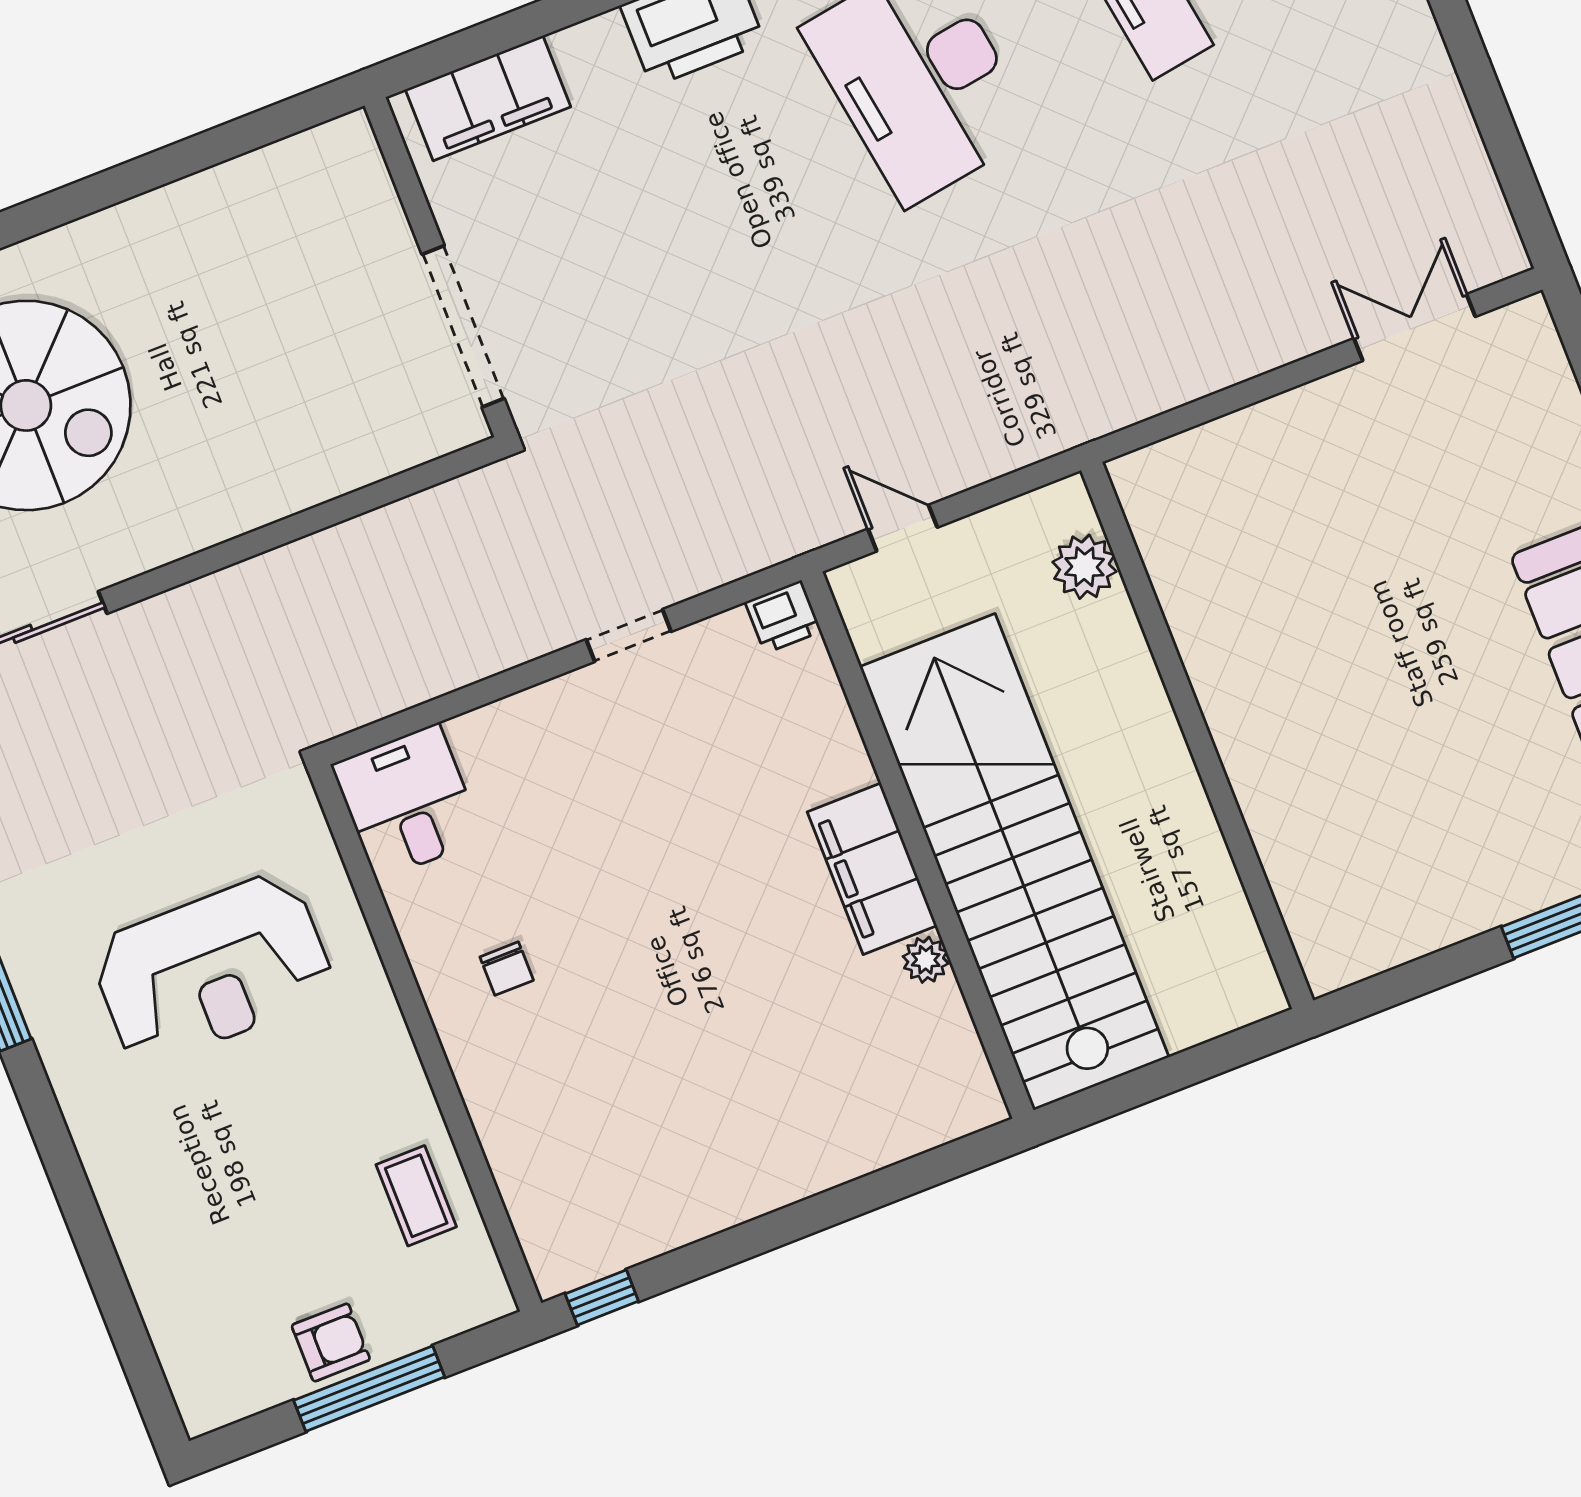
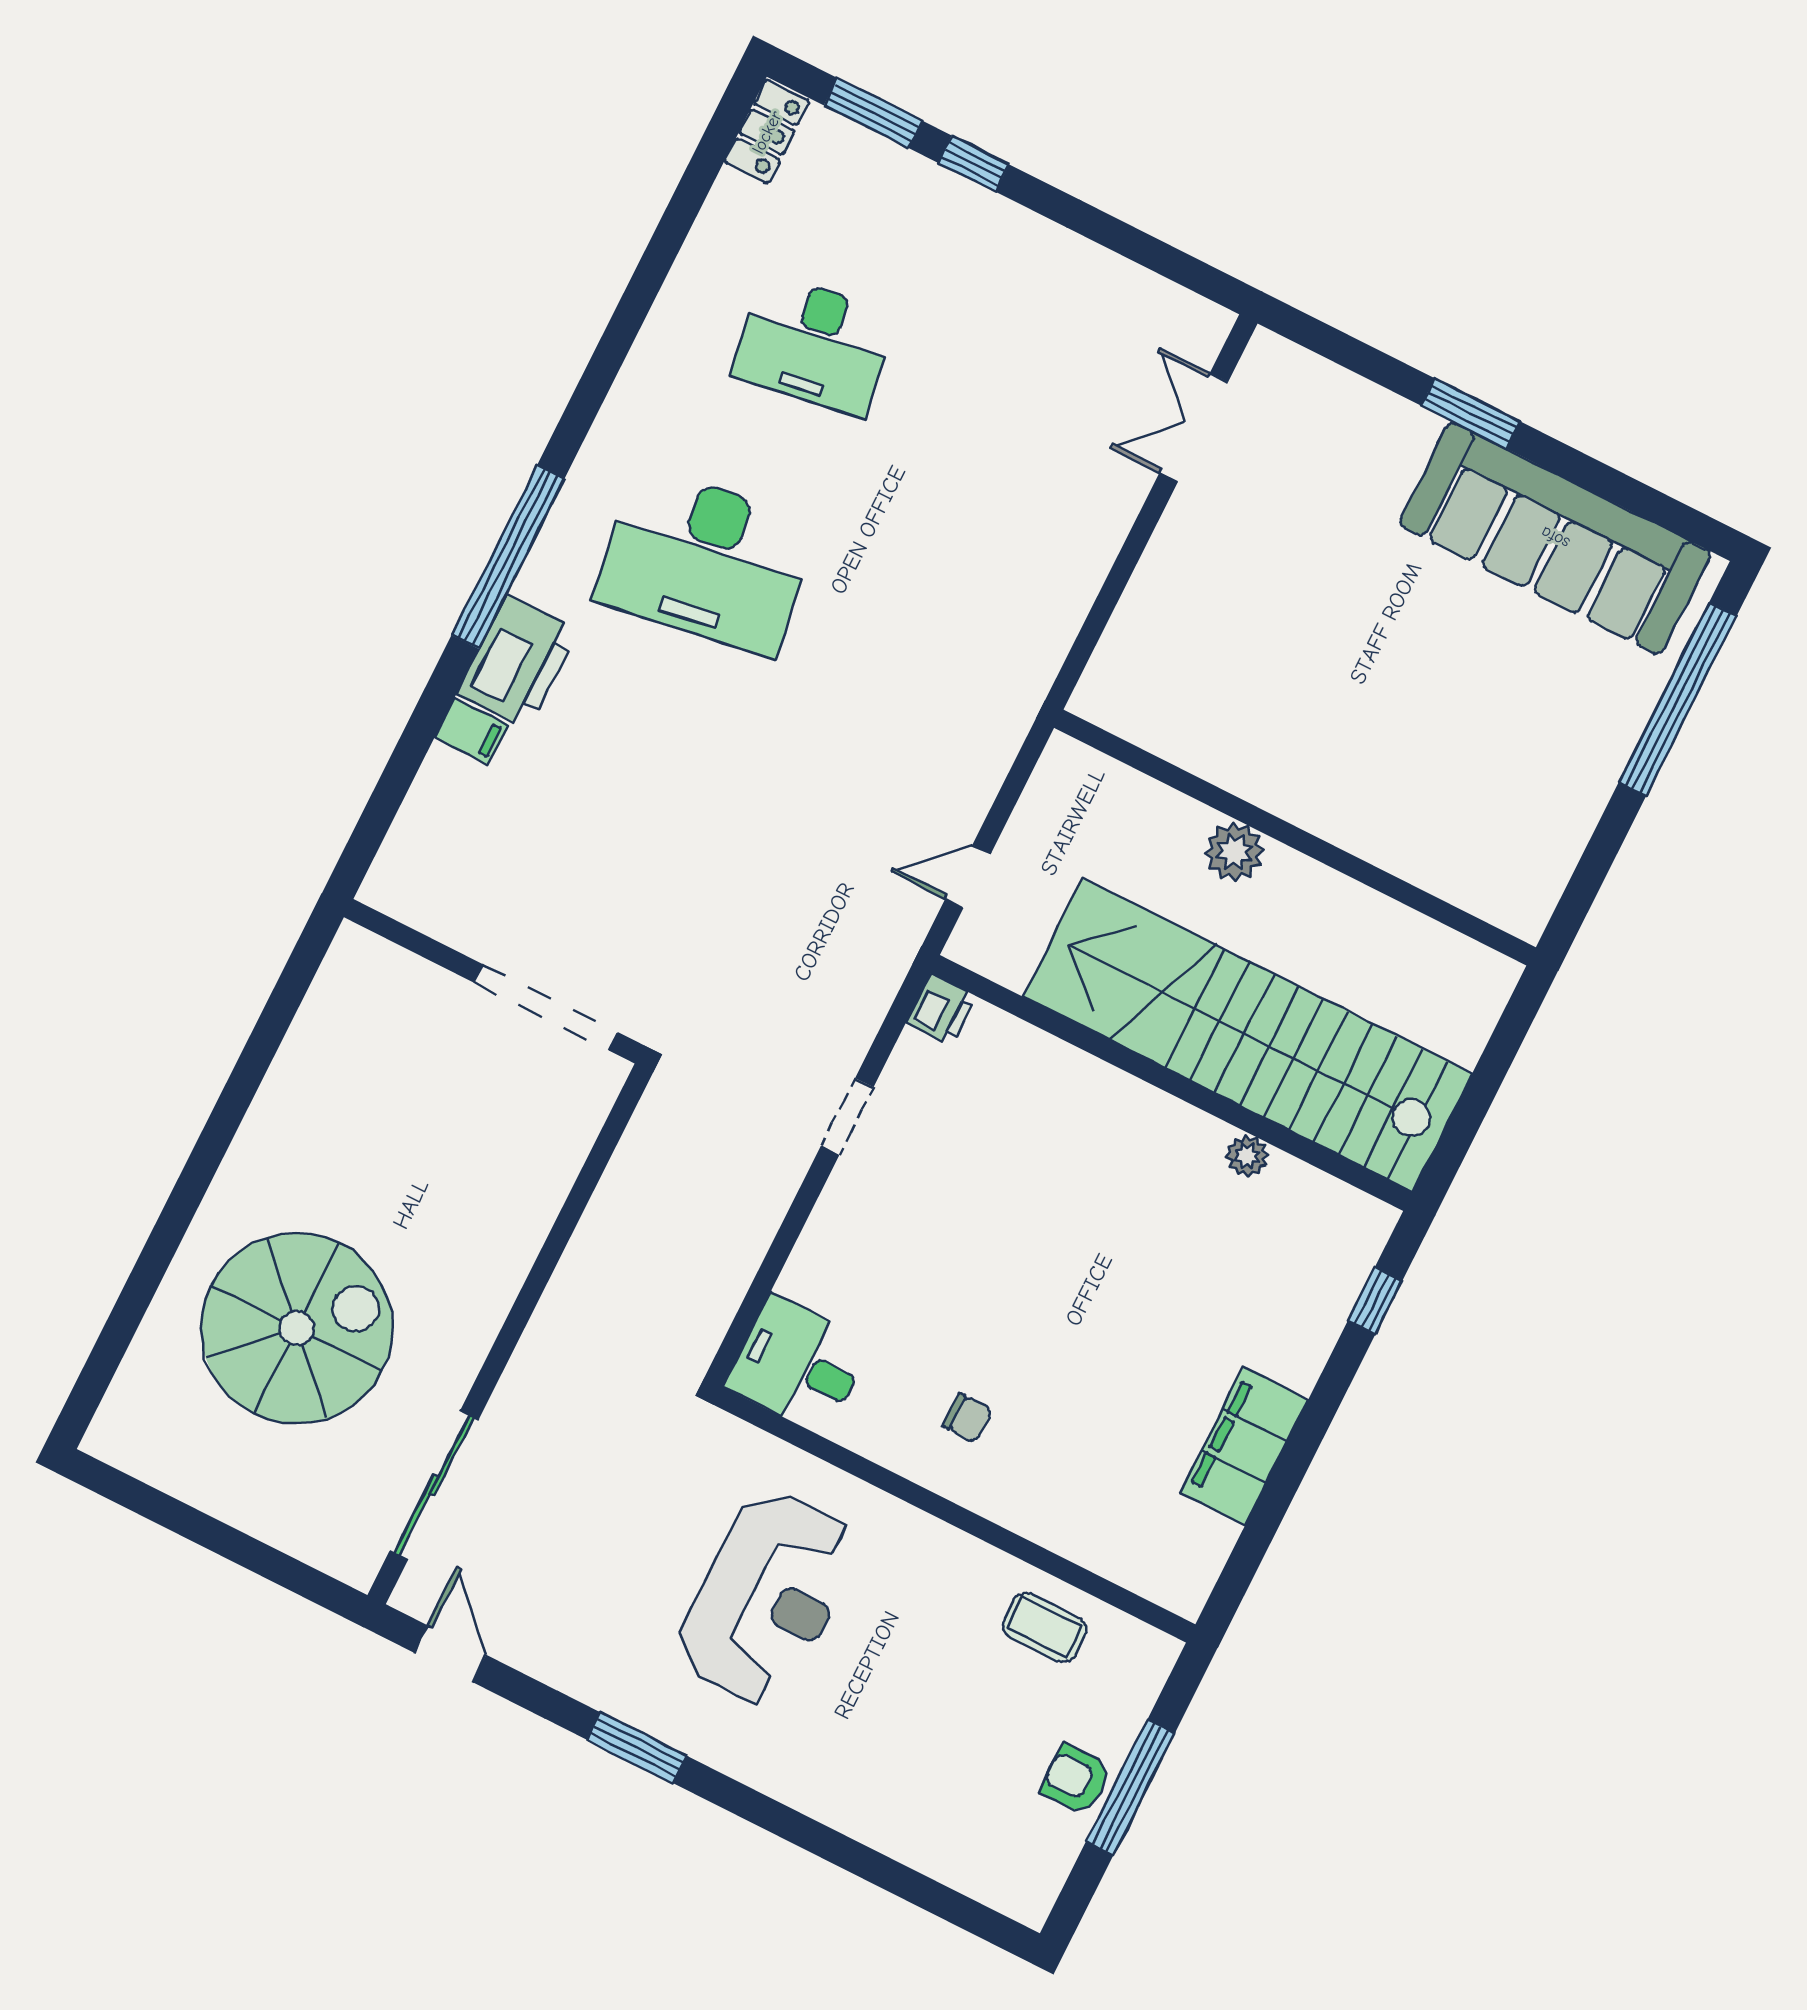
filing cabinet: (488, 98) -> (471, 731), moved, width x0.33, depth x0.86
plant: (1084, 567) -> (1234, 852), moved
filing cabinet: (872, 869) -> (1244, 1446), moved, turned 90
window: (602, 1297) -> (1375, 1301), moved
armchair: (331, 1342) -> (1076, 1779), turned -90

